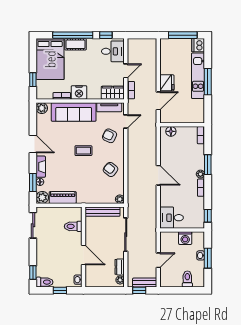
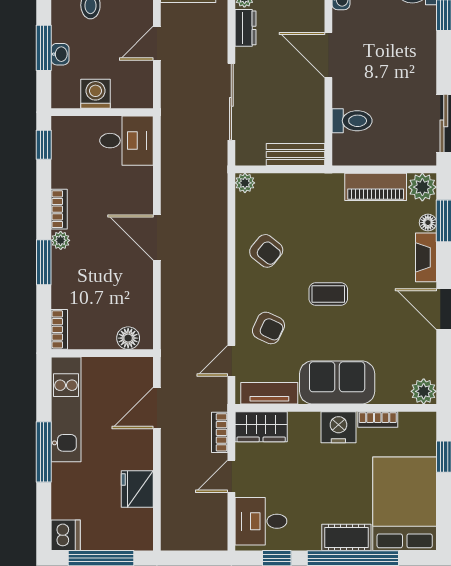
kitchen unit: (198, 76) -> (66, 409), moved
fridge: (167, 83) -> (137, 489), moved
sofa: (74, 112) -> (337, 382), width x0.73
bench: (102, 212) -> (295, 154), width x0.73

